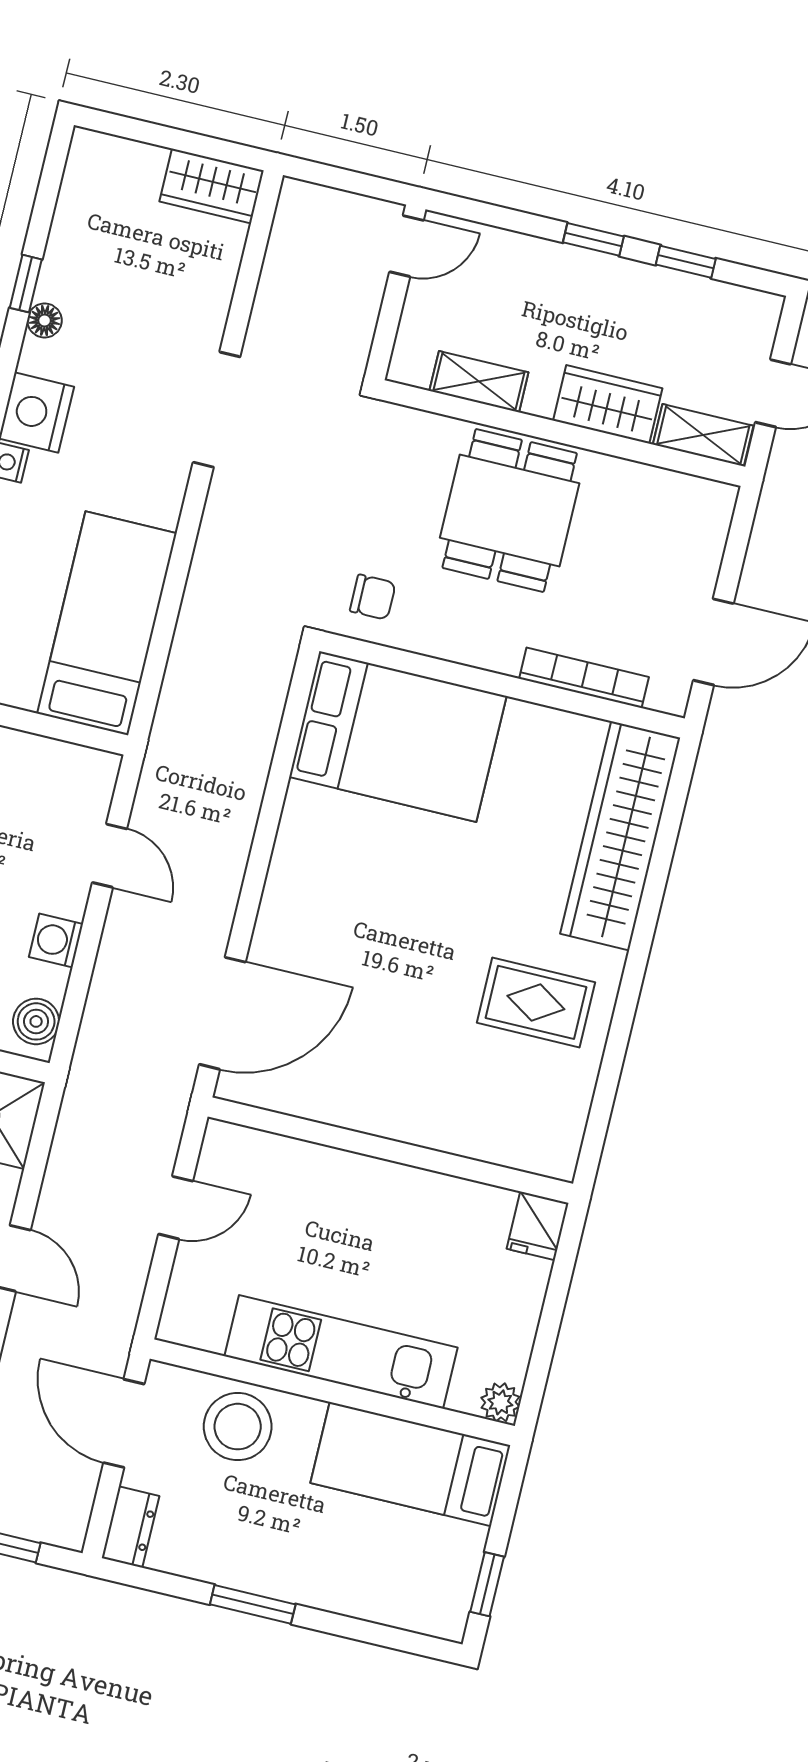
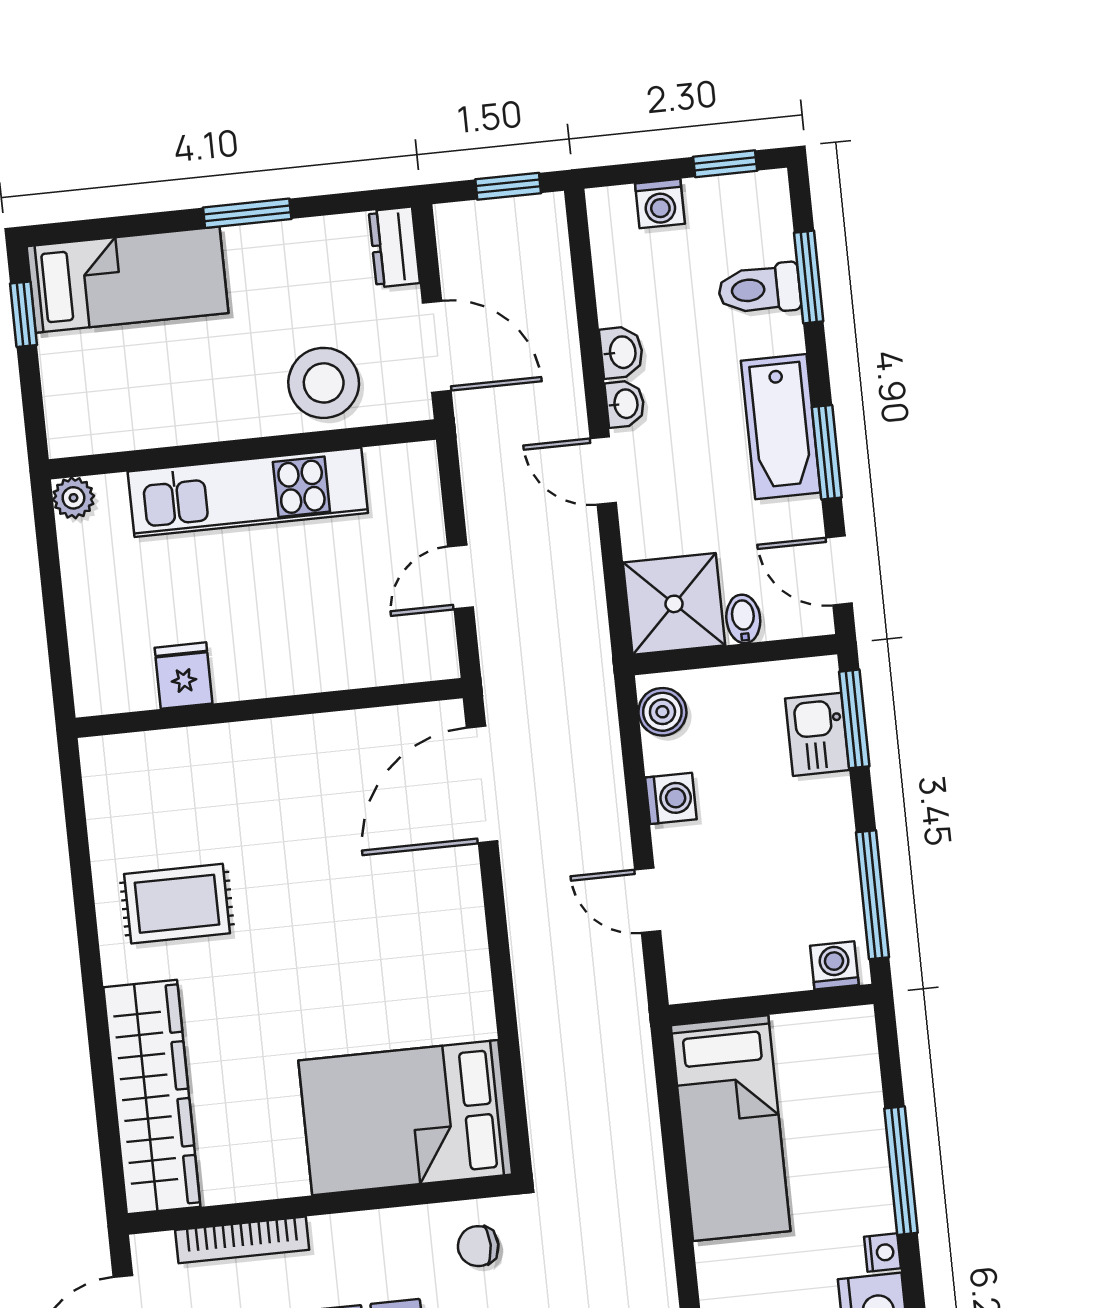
fridge: (538, 1226) -> (184, 676), moved
bed: (410, 1464) -> (128, 280), moved

